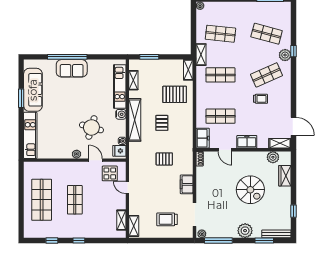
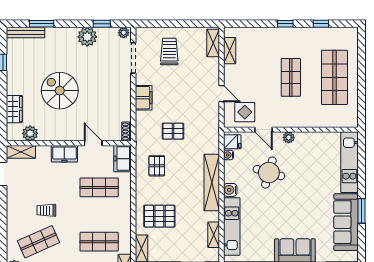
pallet: (162, 123) -> (157, 166), moved
trolley: (167, 219) -> (169, 52), turned -90
plant: (245, 231) -> (87, 37), moved
window: (218, 241) -> (102, 24), width x0.46

